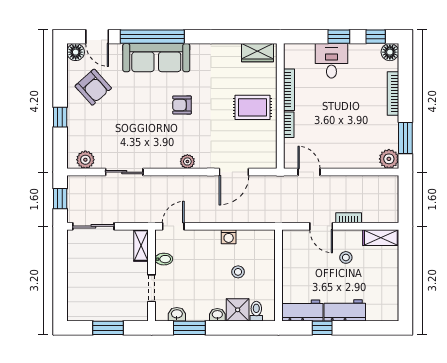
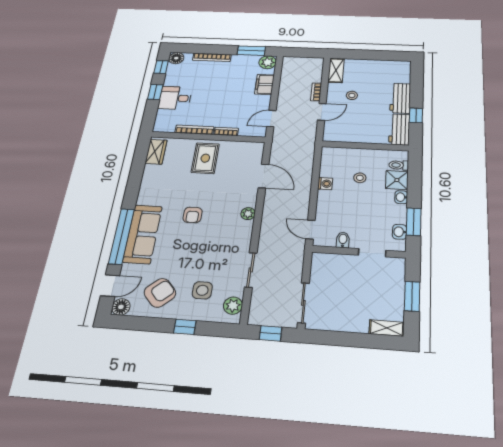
side table: (99, 128) -> (202, 290), added
filing cabinet: (356, 159) -> (264, 84), added
shelving: (141, 245) -> (387, 328), moved

